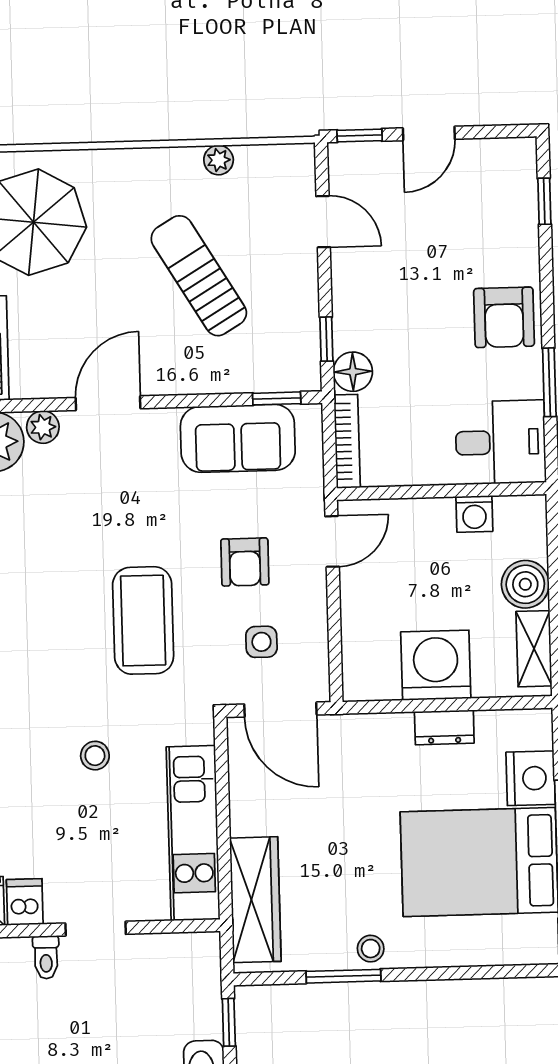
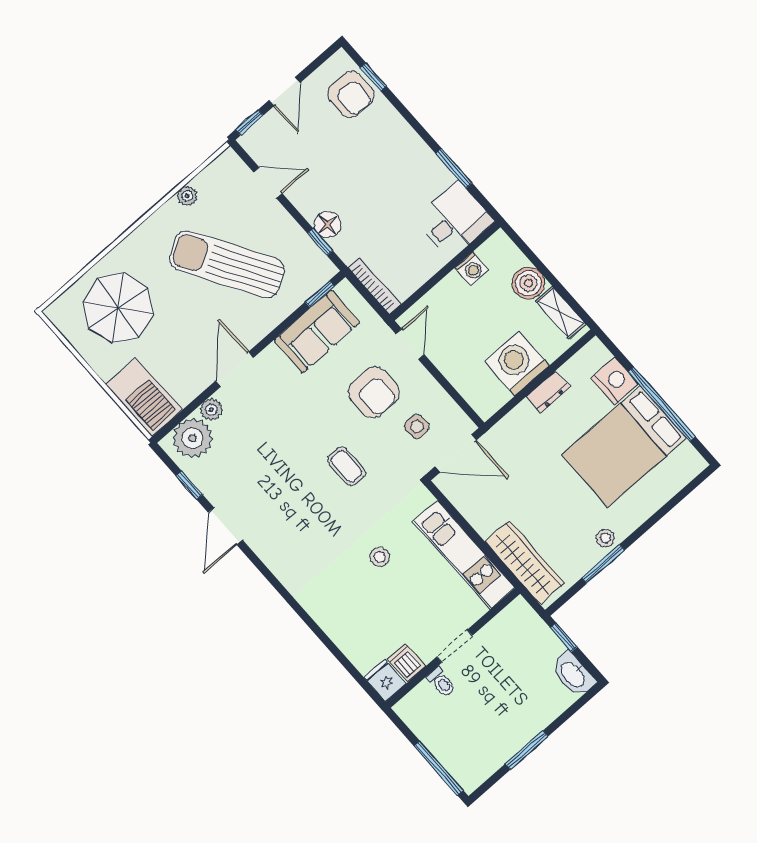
sun lounger: (199, 276) -> (227, 264), width x1.36, depth x1.34
armchair: (504, 317) -> (351, 94), moved
floor lamp: (353, 372) -> (328, 225), moved
armchair: (245, 562) -> (374, 392), width x1.38, depth x1.38
coffee table: (143, 620) -> (346, 466), width x0.54, depth x0.58

